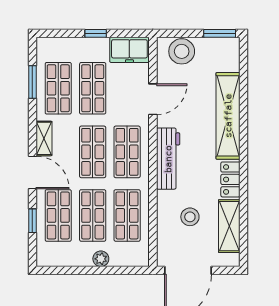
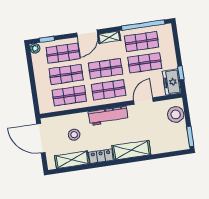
window: (96, 33) -> (181, 73), moved
window: (32, 82) -> (143, 25), width x2.11
door: (153, 99) -> (143, 101), swing flipped
shelving: (228, 116) -> (131, 150), width x0.68
window: (32, 221) -> (47, 39), moved
plant: (101, 259) -> (35, 48), moved

